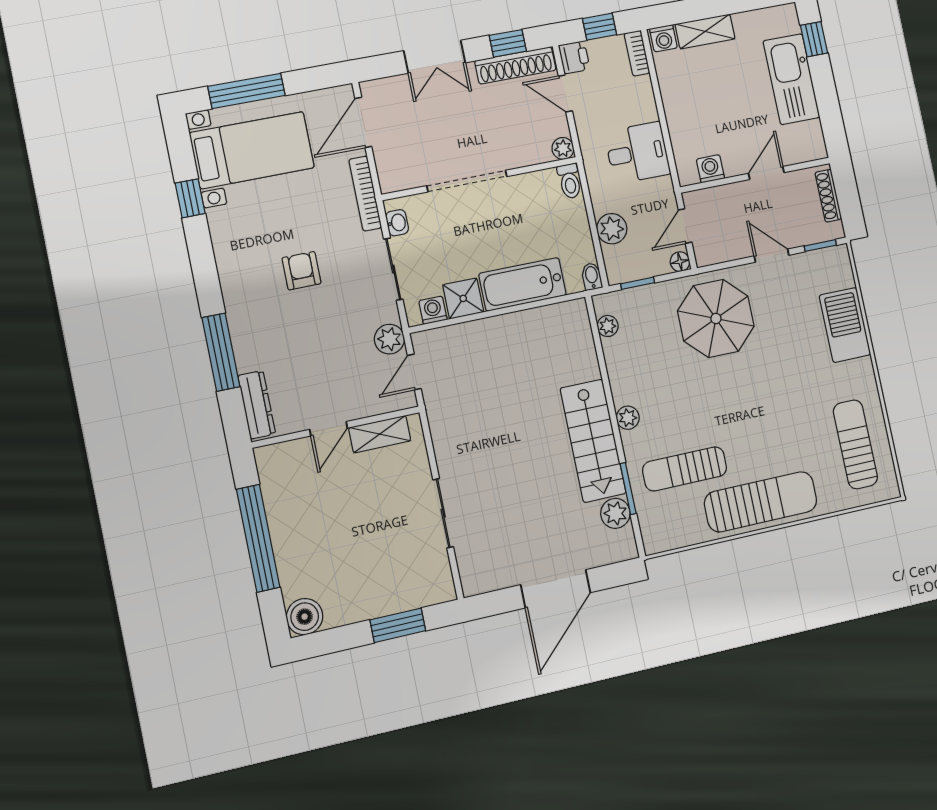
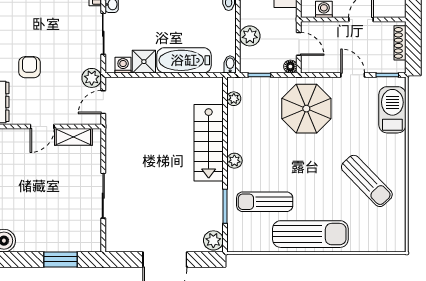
door: (685, 226) -> (299, 44), swing flipped
armchair: (302, 271) -> (29, 67), moved
barbecue: (845, 325) -> (392, 110), moved
stairs: (593, 441) -> (209, 143), moved
sun lounger: (855, 444) -> (367, 181), moved, turned 136
plant: (615, 513) -> (213, 240), moved

